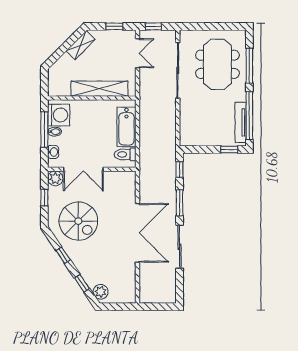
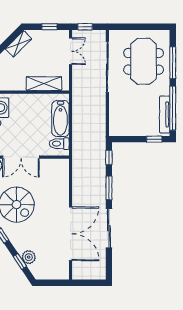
shelving: (99, 89) -> (44, 84), width x0.68
double door: (137, 233) -> (71, 234), moved
plant: (101, 292) -> (29, 257), moved

